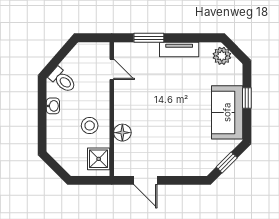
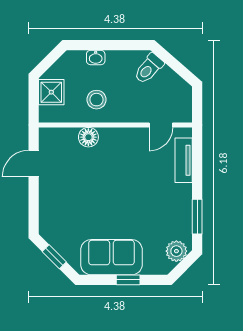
window: (149, 38) -> (197, 217), moved
tv unit: (179, 49) -> (184, 160), moved
washbasin: (53, 106) -> (96, 58), moved
shower: (99, 159) -> (51, 92), moved

